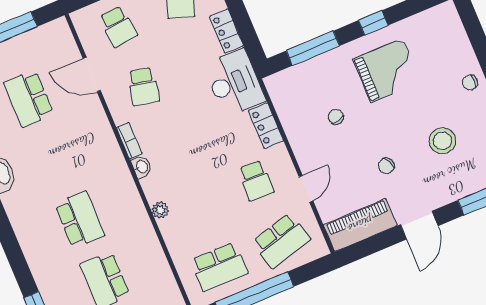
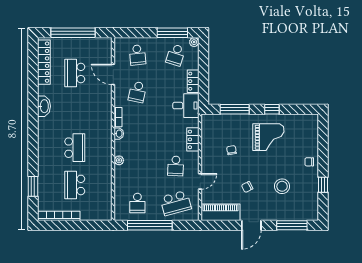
desk: (234, 83) -> (186, 106), width x0.73
school desk: (219, 267) -> (137, 203), width x0.54

